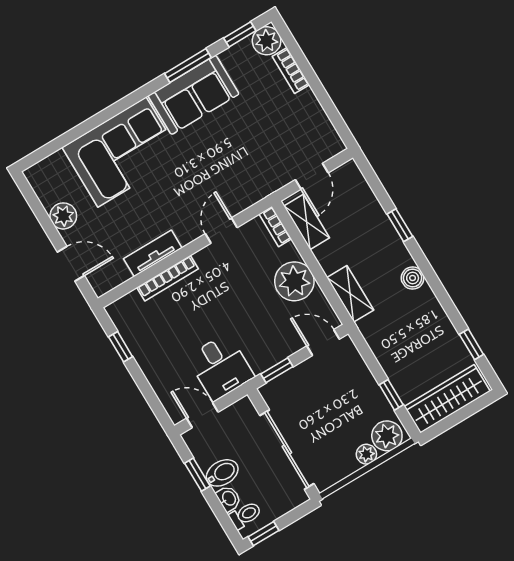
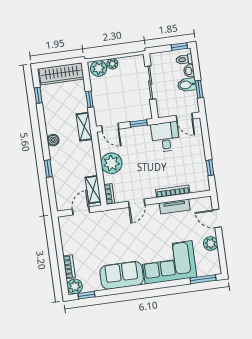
window: (188, 66) -> (203, 279), moved
shelving: (350, 294) -> (84, 127), moved
window: (391, 395) -> (89, 99), moved
sliding door: (287, 450) -> (150, 83), width x0.73

